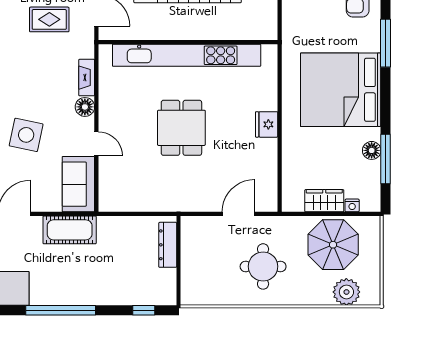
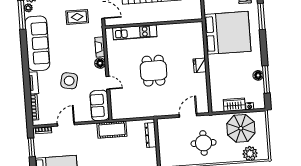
kitchen unit: (187, 55) -> (135, 32), width x0.54
bed: (341, 90) -> (228, 33), moved, turned 180
cot: (70, 230) -> (112, 130), moved

